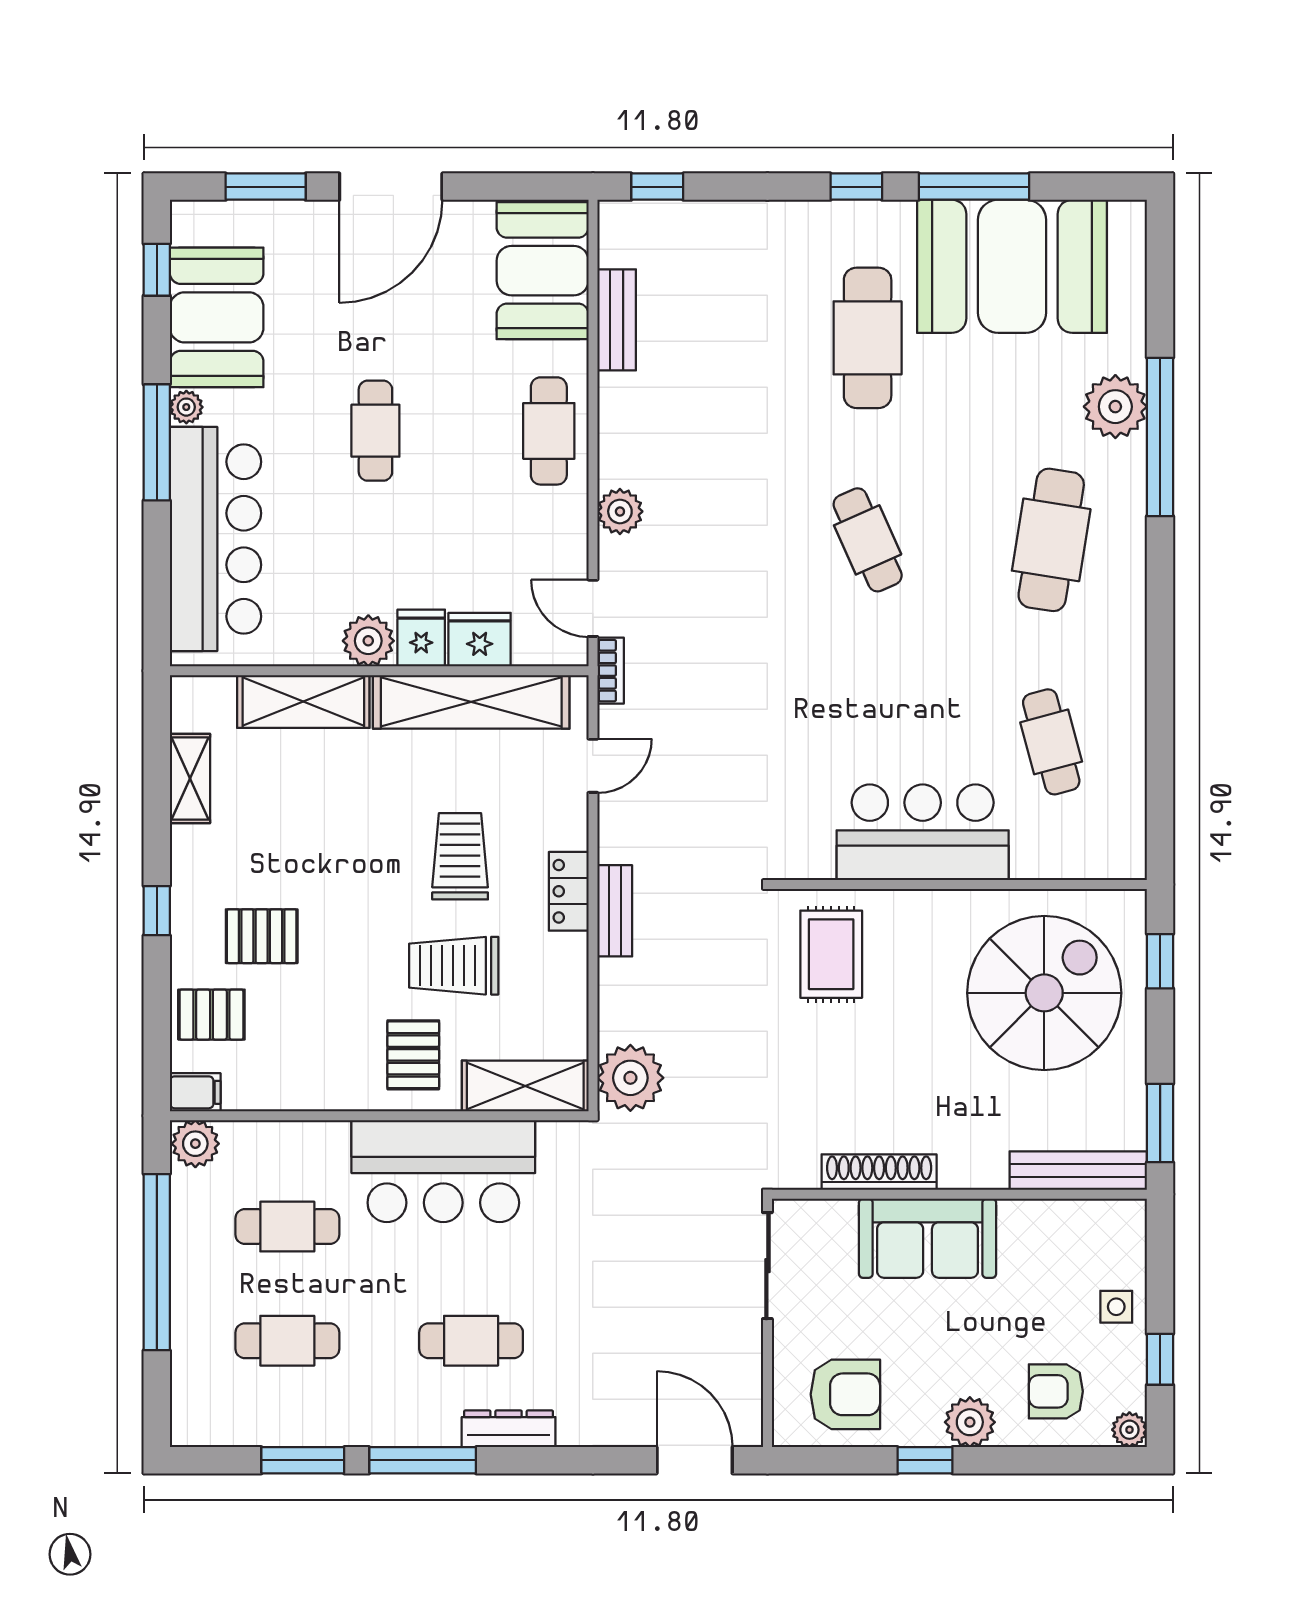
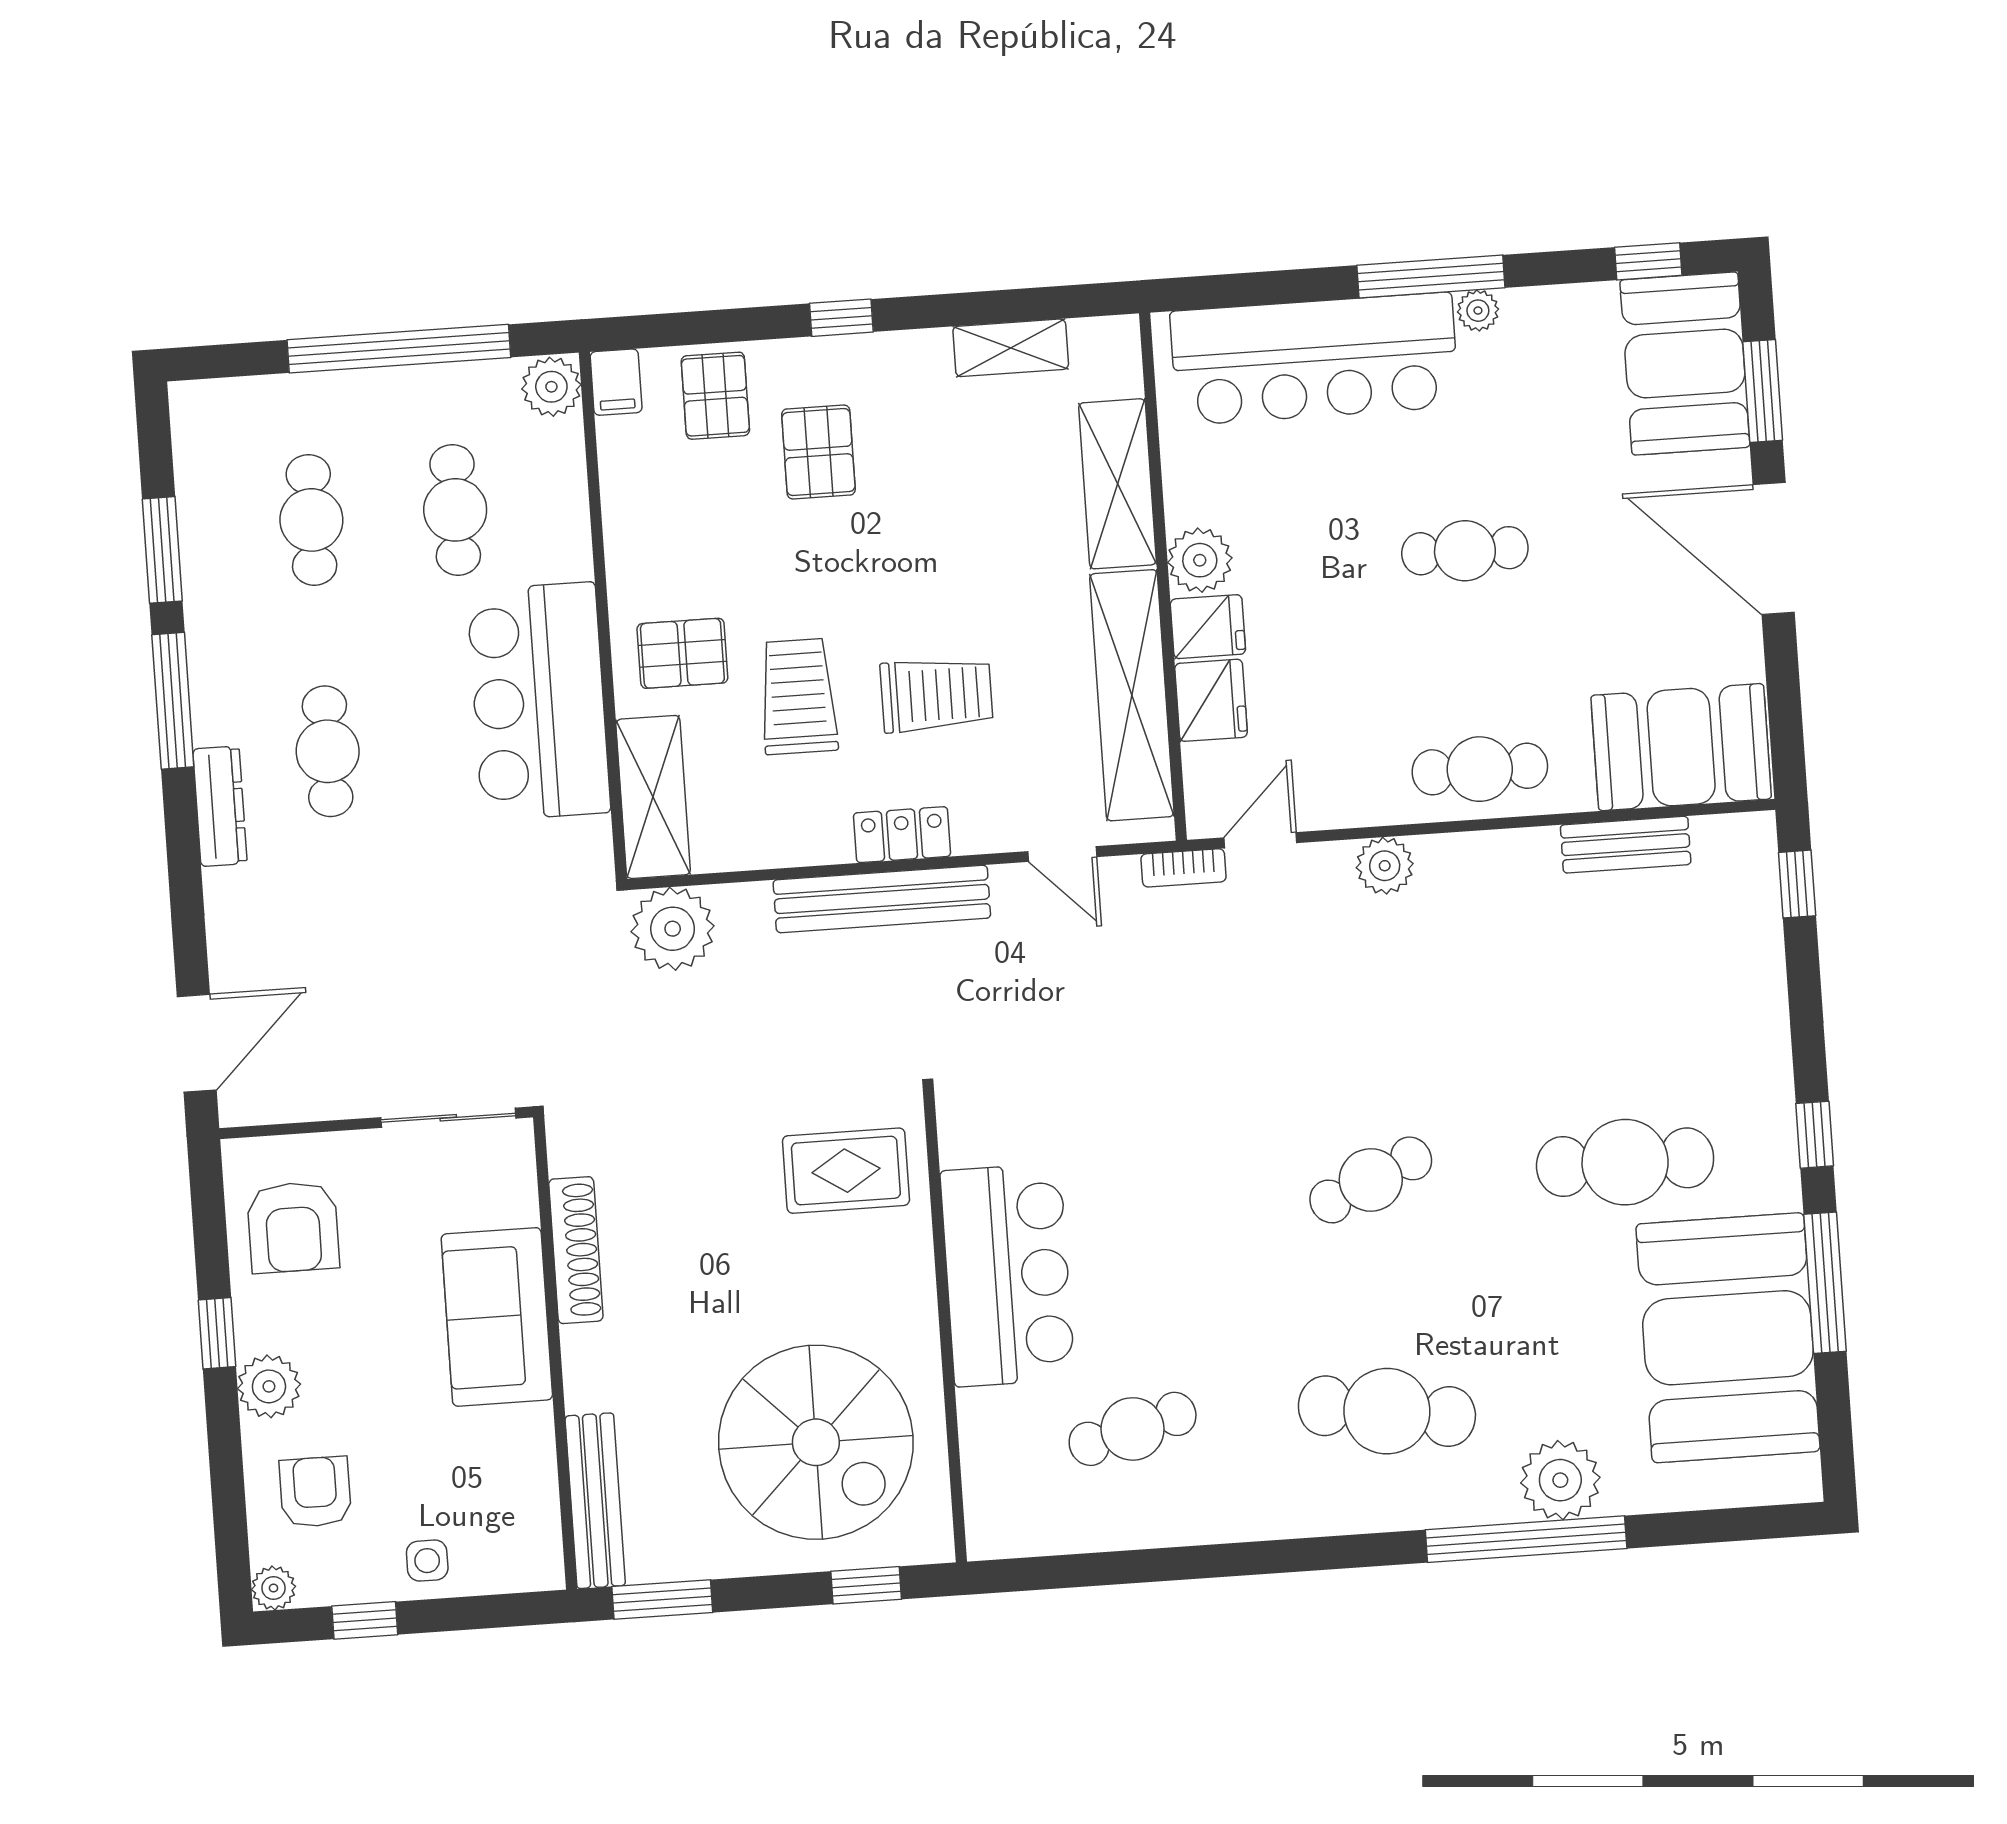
booth: (217, 317) -> (1685, 364), moved, turned 90
bench: (615, 911) -> (882, 899), width x1.86, depth x1.21

